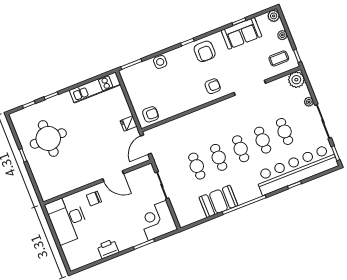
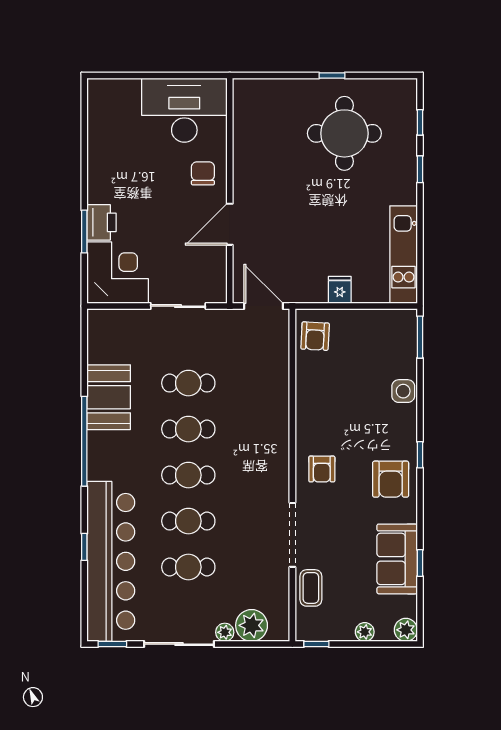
armchair: (205, 51) -> (391, 479), turned -90
coffee table: (279, 58) -> (311, 588), moved
plant: (296, 80) -> (252, 625), moved
fridge: (129, 123) -> (340, 290), moved
printer: (108, 249) -> (102, 222), moved

